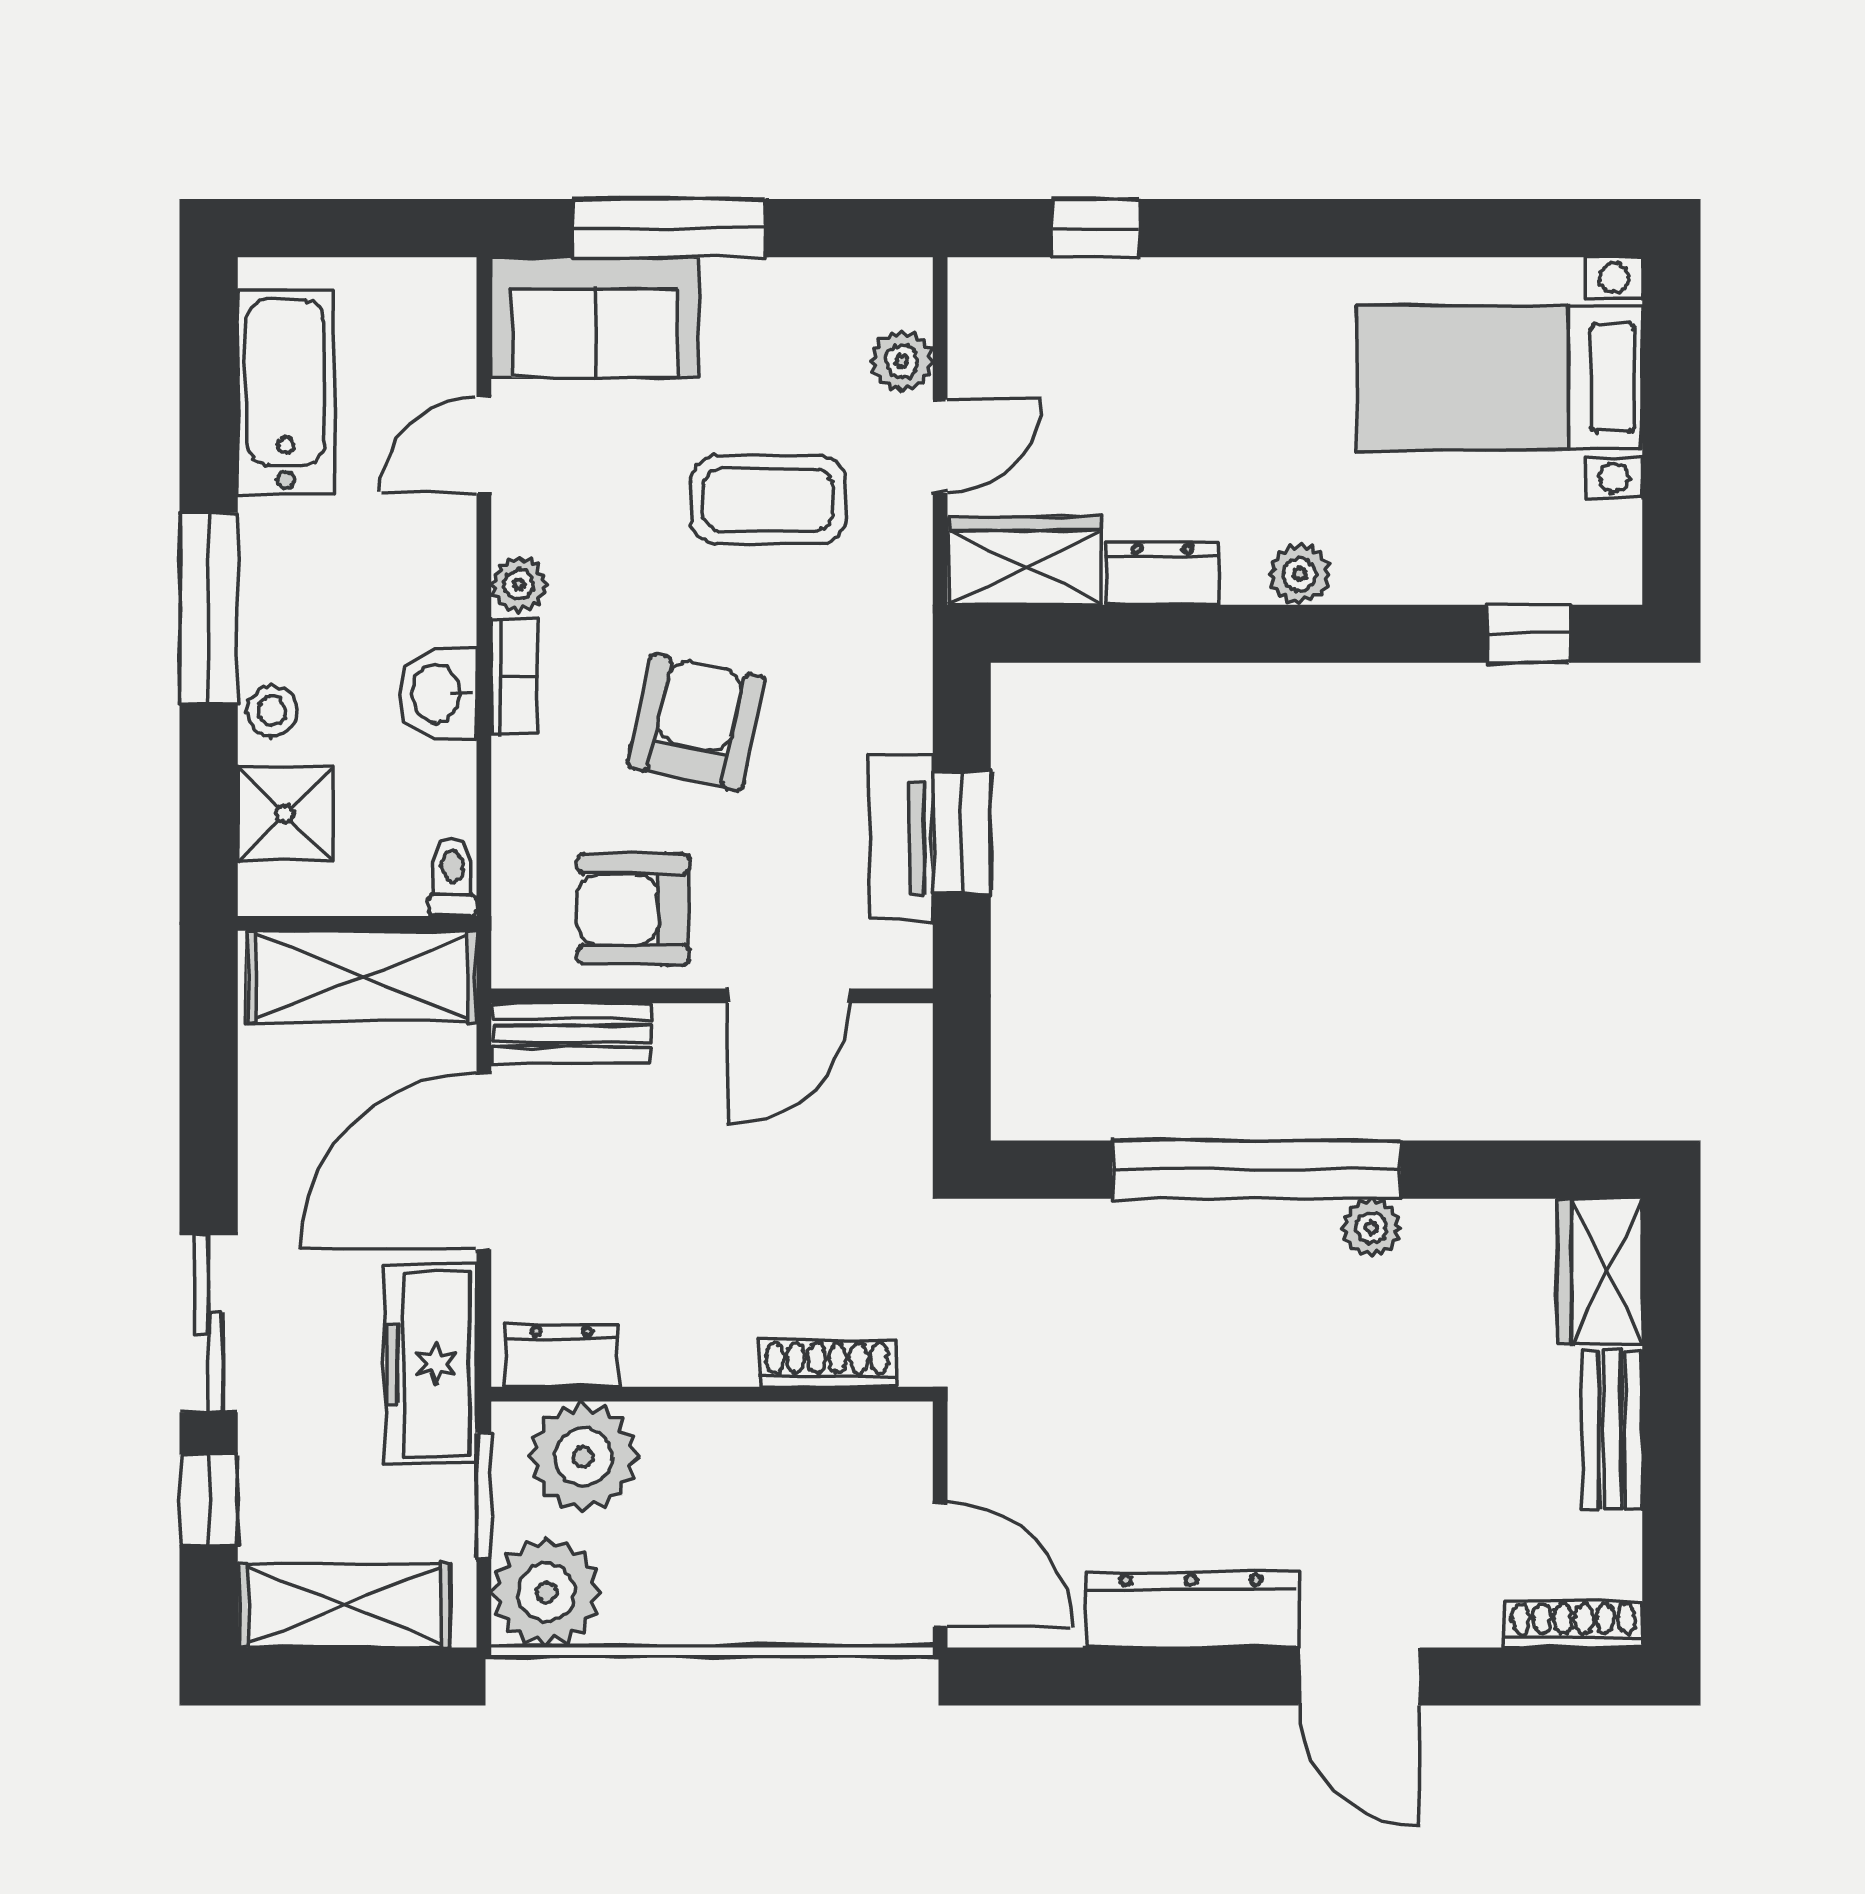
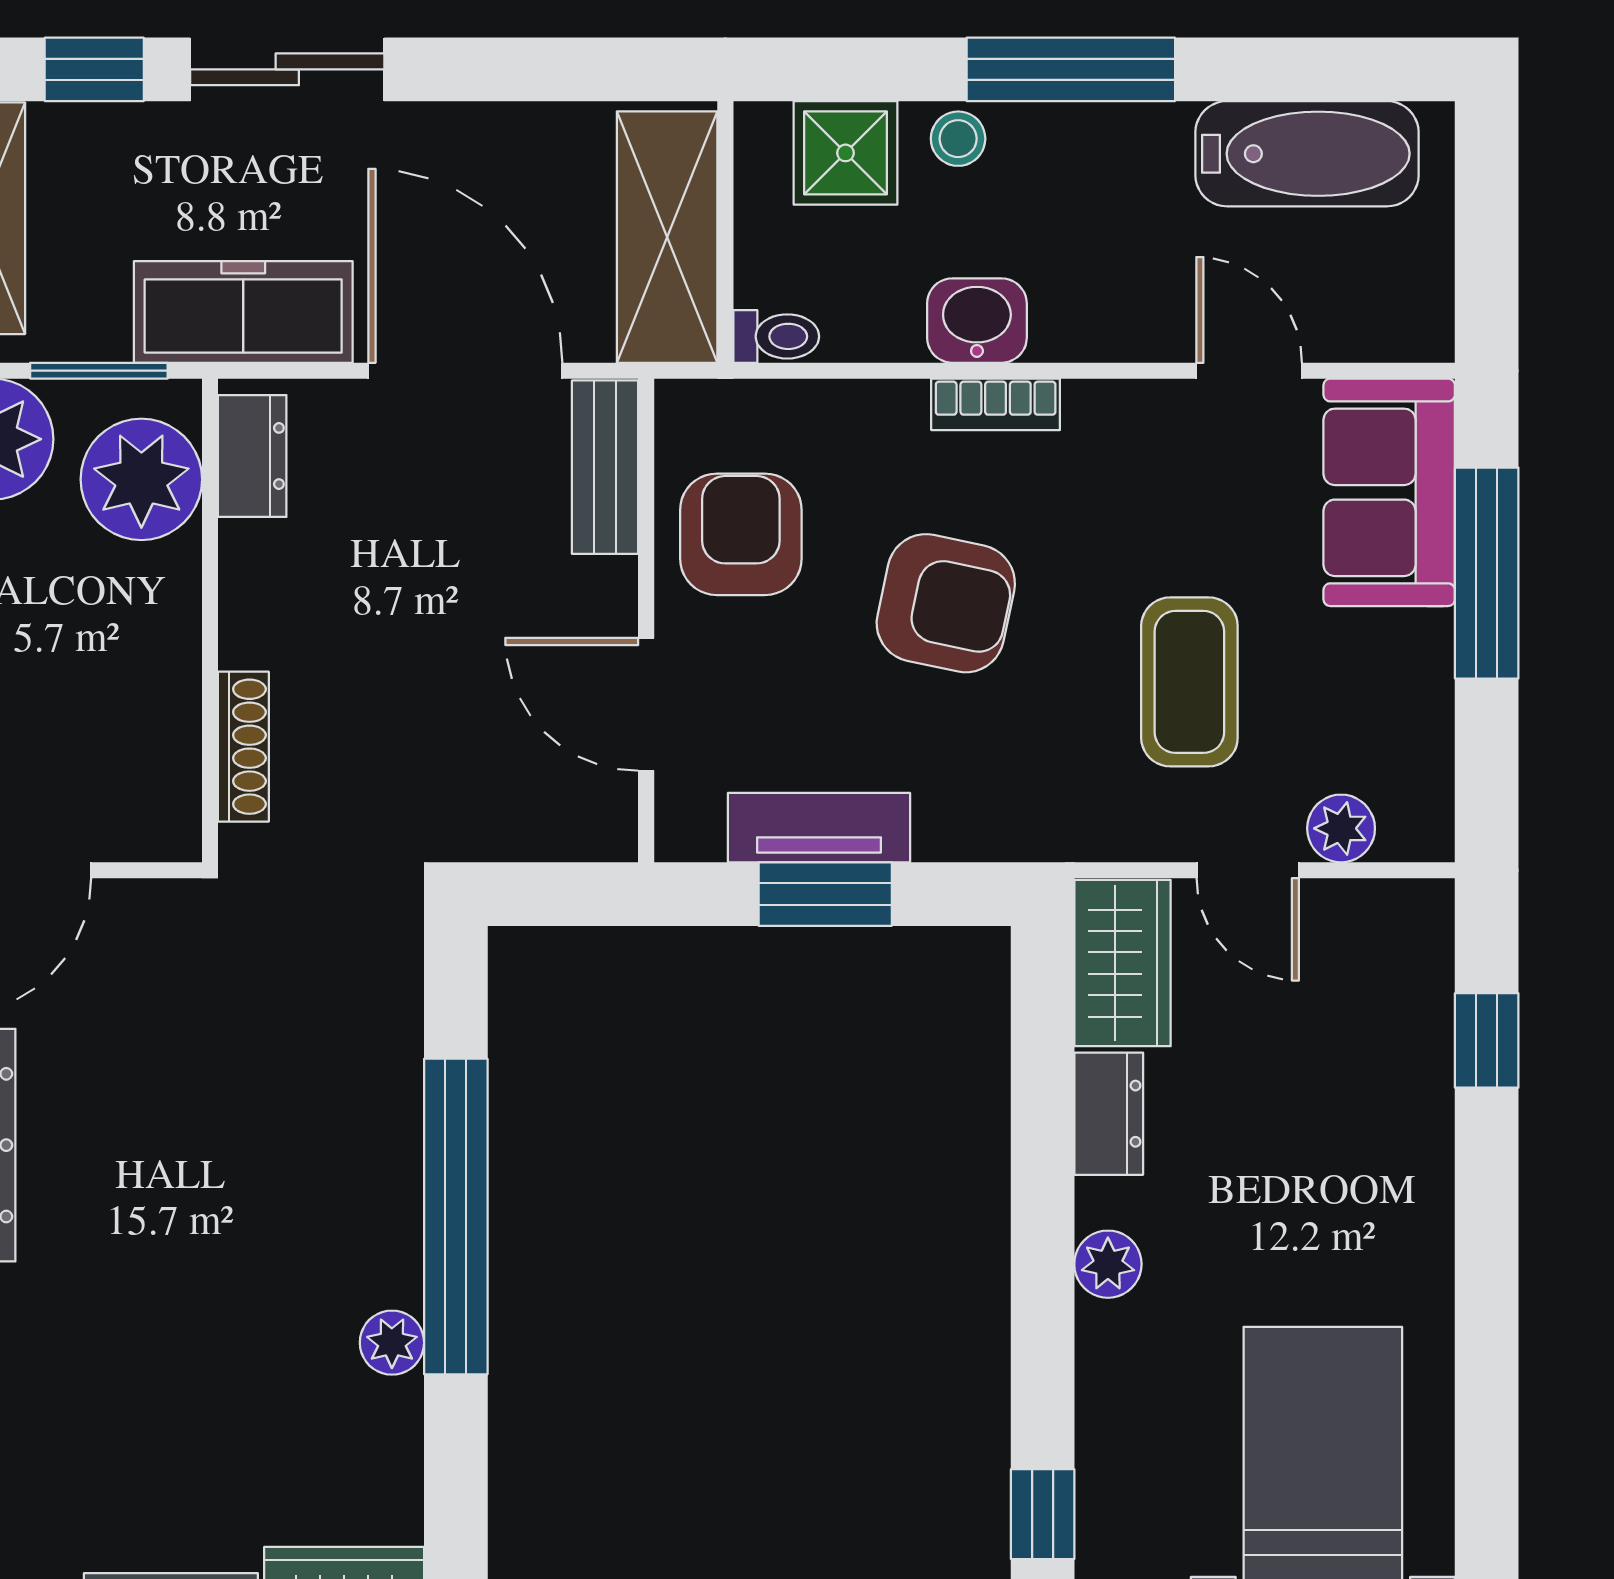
plant: (519, 584) -> (1097, 409), removed

